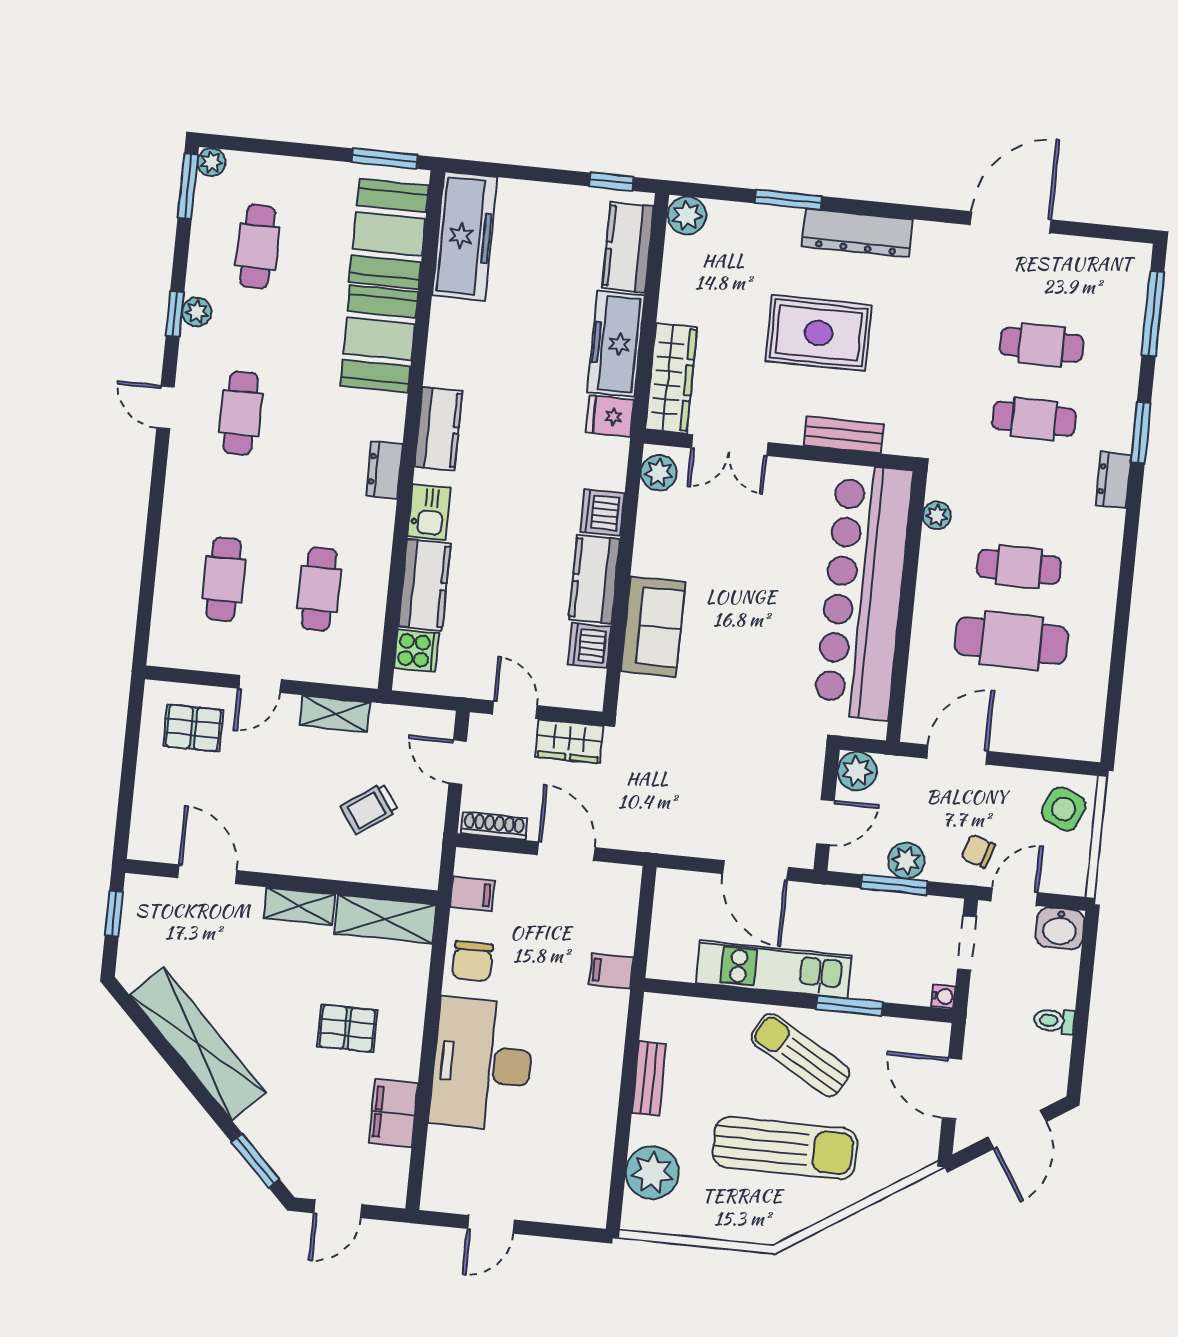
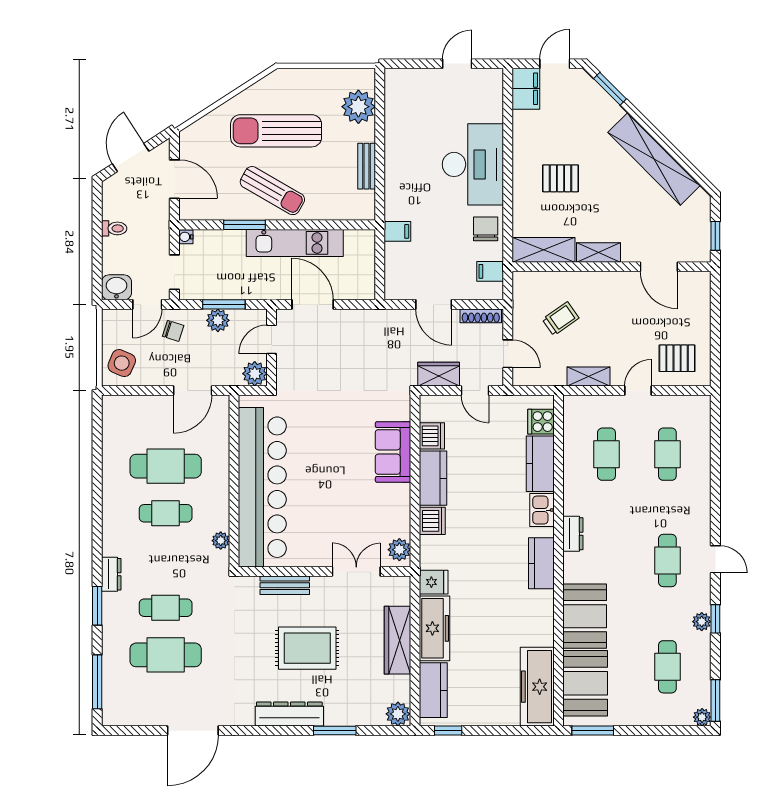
cafe table: (1041, 345) -> (166, 655), width x1.37, depth x1.35
wardrobe: (671, 378) -> (397, 640), moved
filing cabinet: (393, 1113) -> (526, 89), moved

